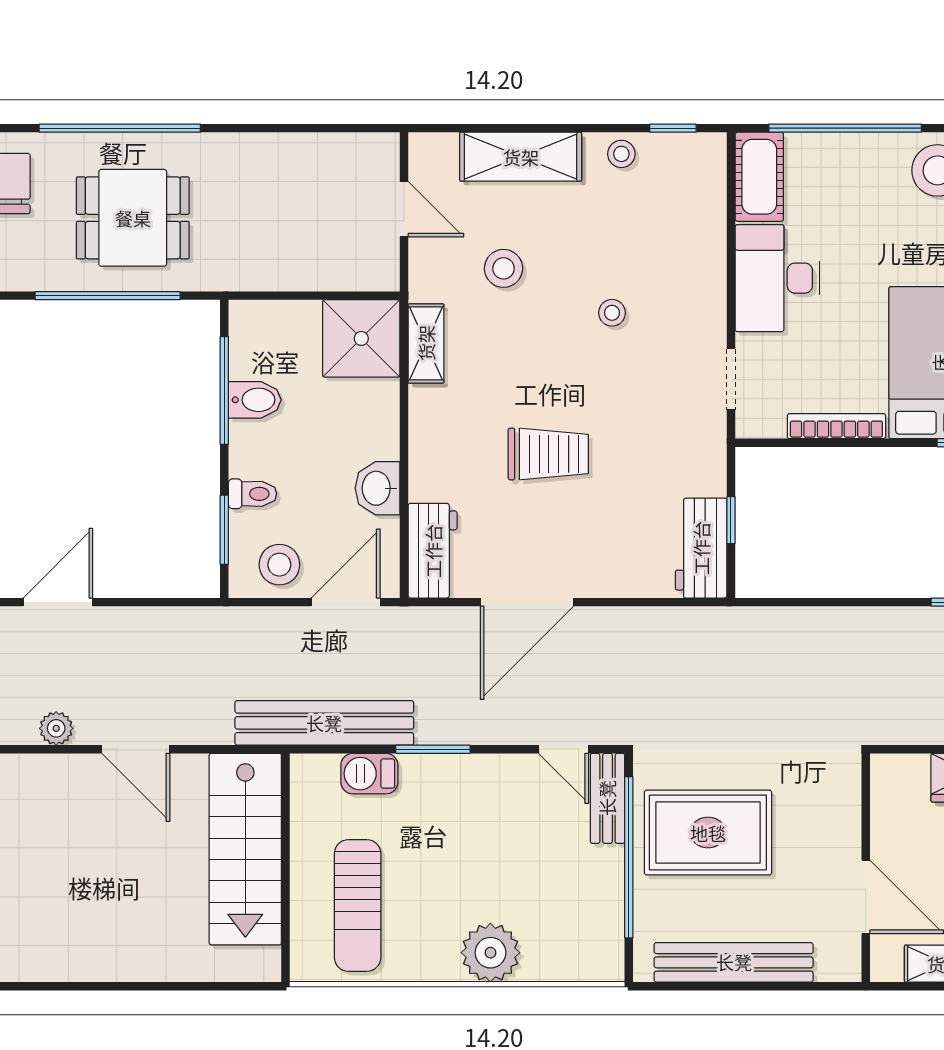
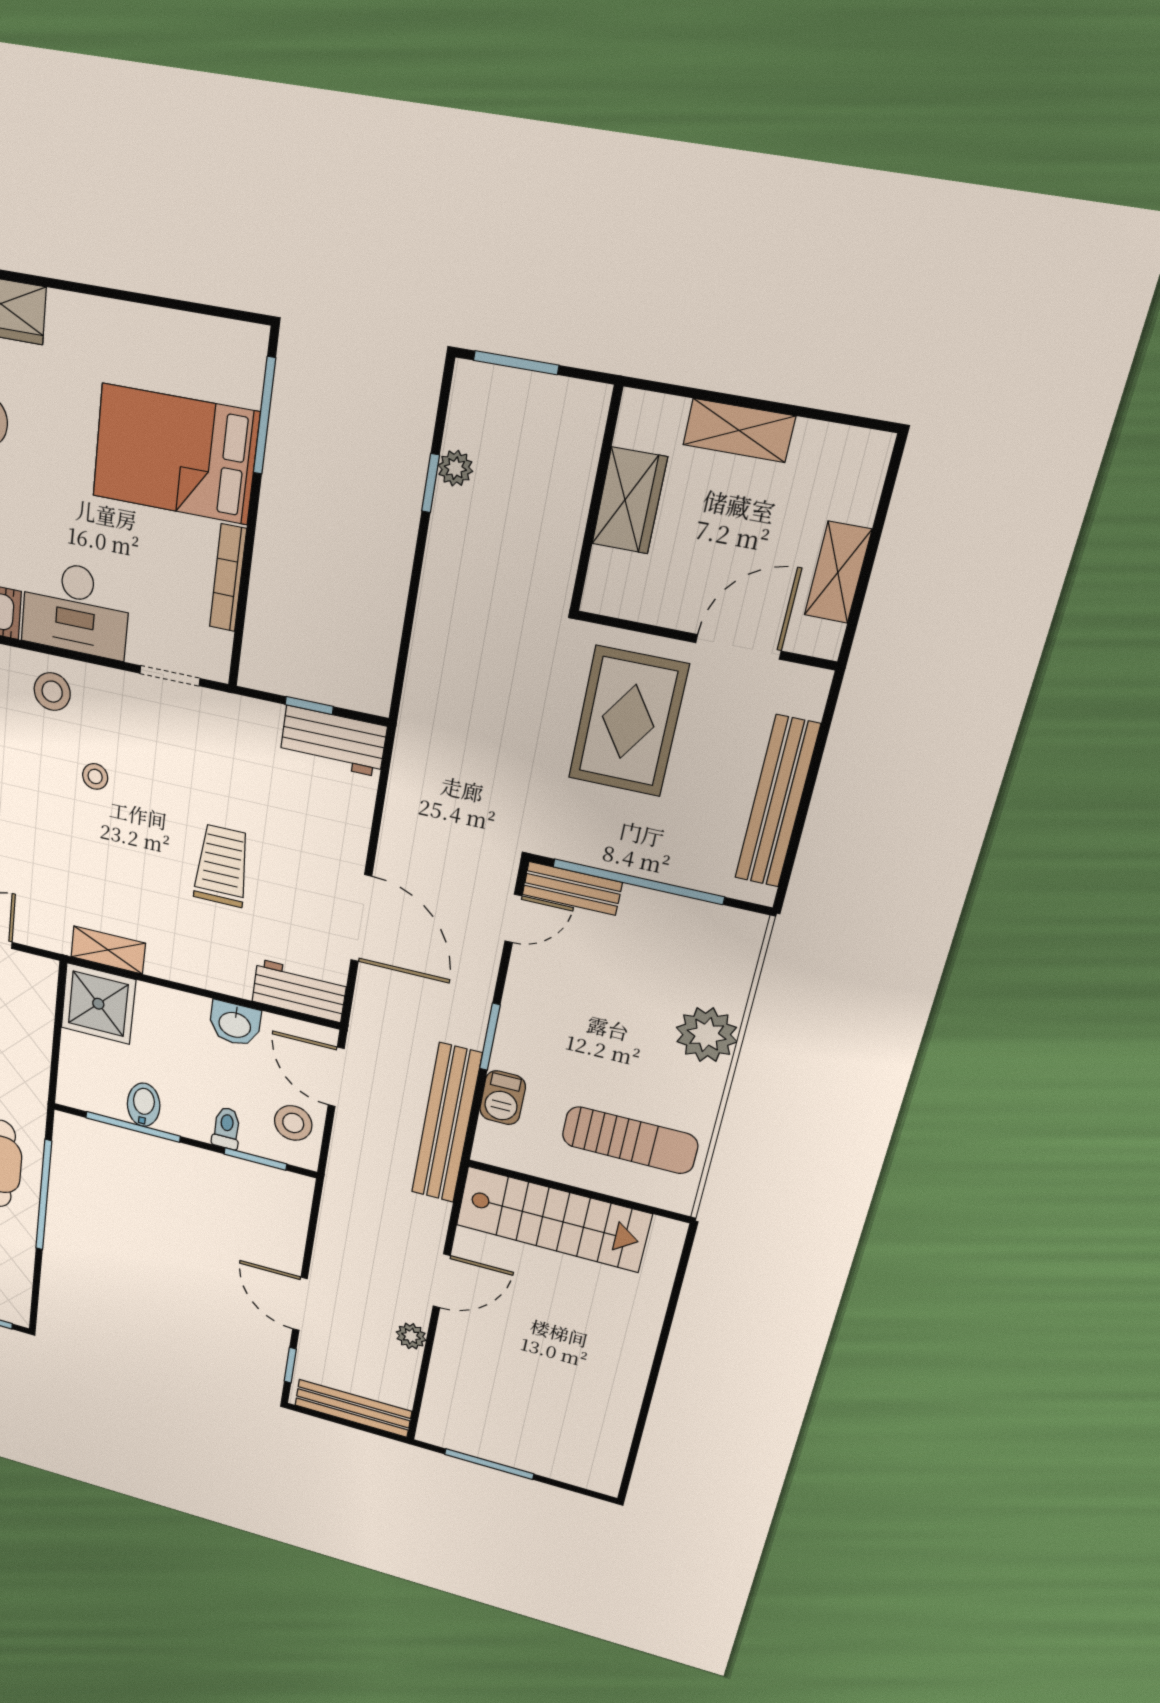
stool: (503, 268) -> (52, 692), moved
rug: (708, 833) -> (628, 721), moved

